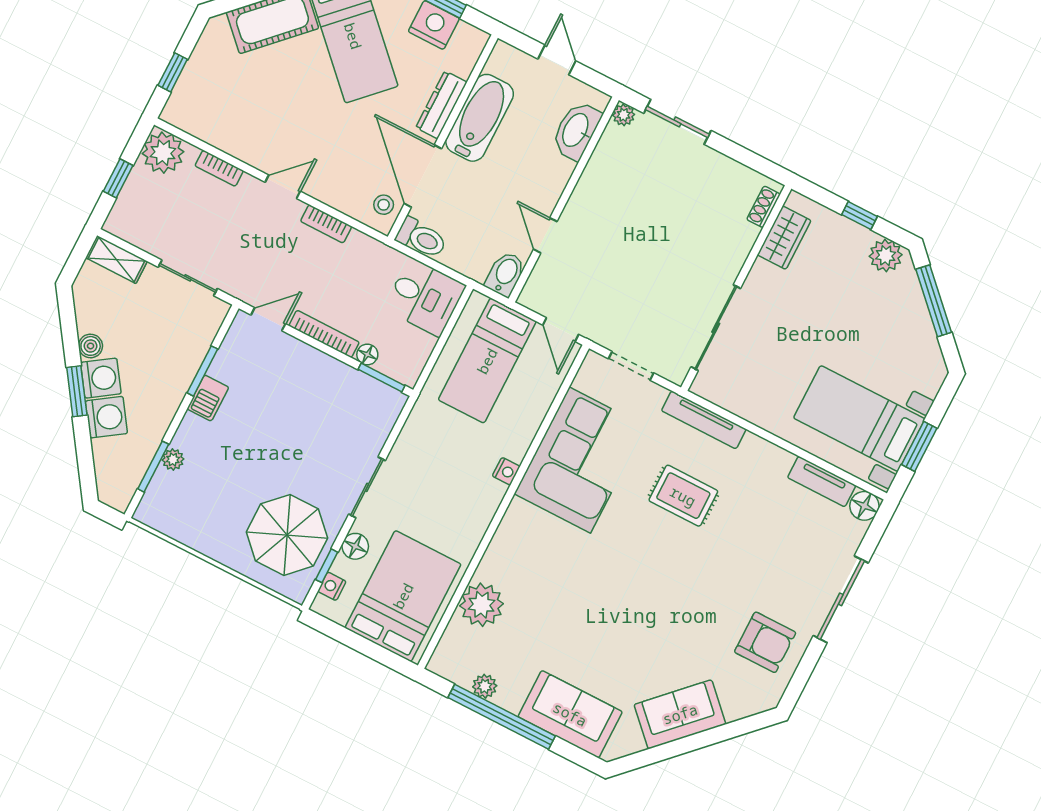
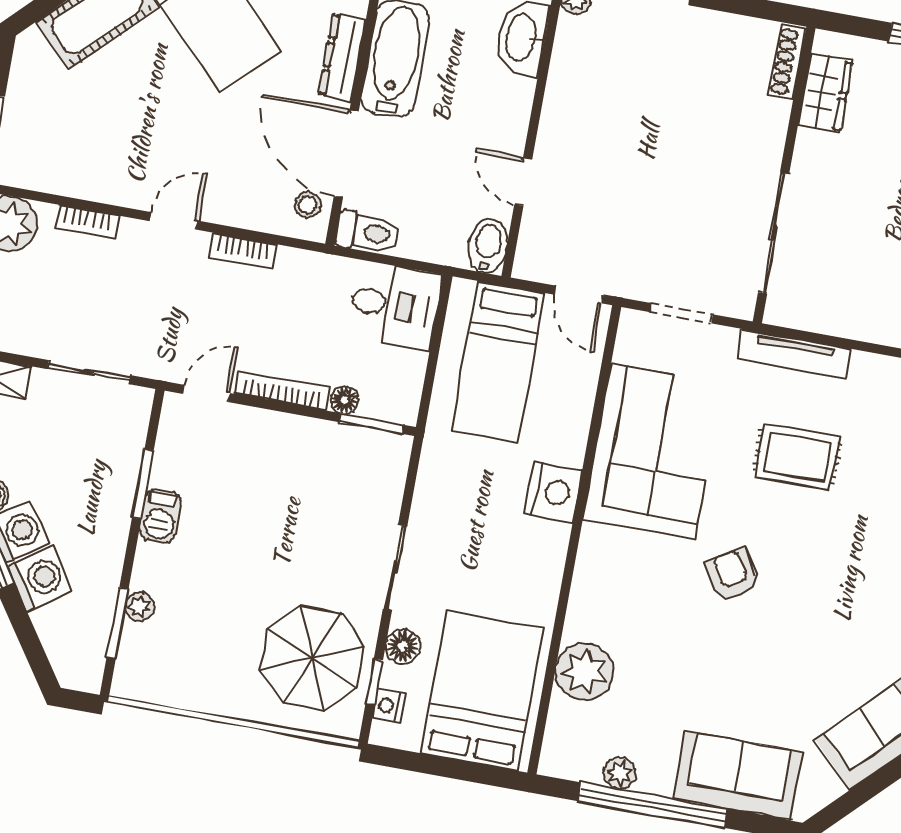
shoe rack: (764, 207) -> (787, 62), width x1.43
nightstand: (506, 471) -> (554, 492), width x1.89, depth x1.79
armchair: (610, 567) -> (732, 575), added

